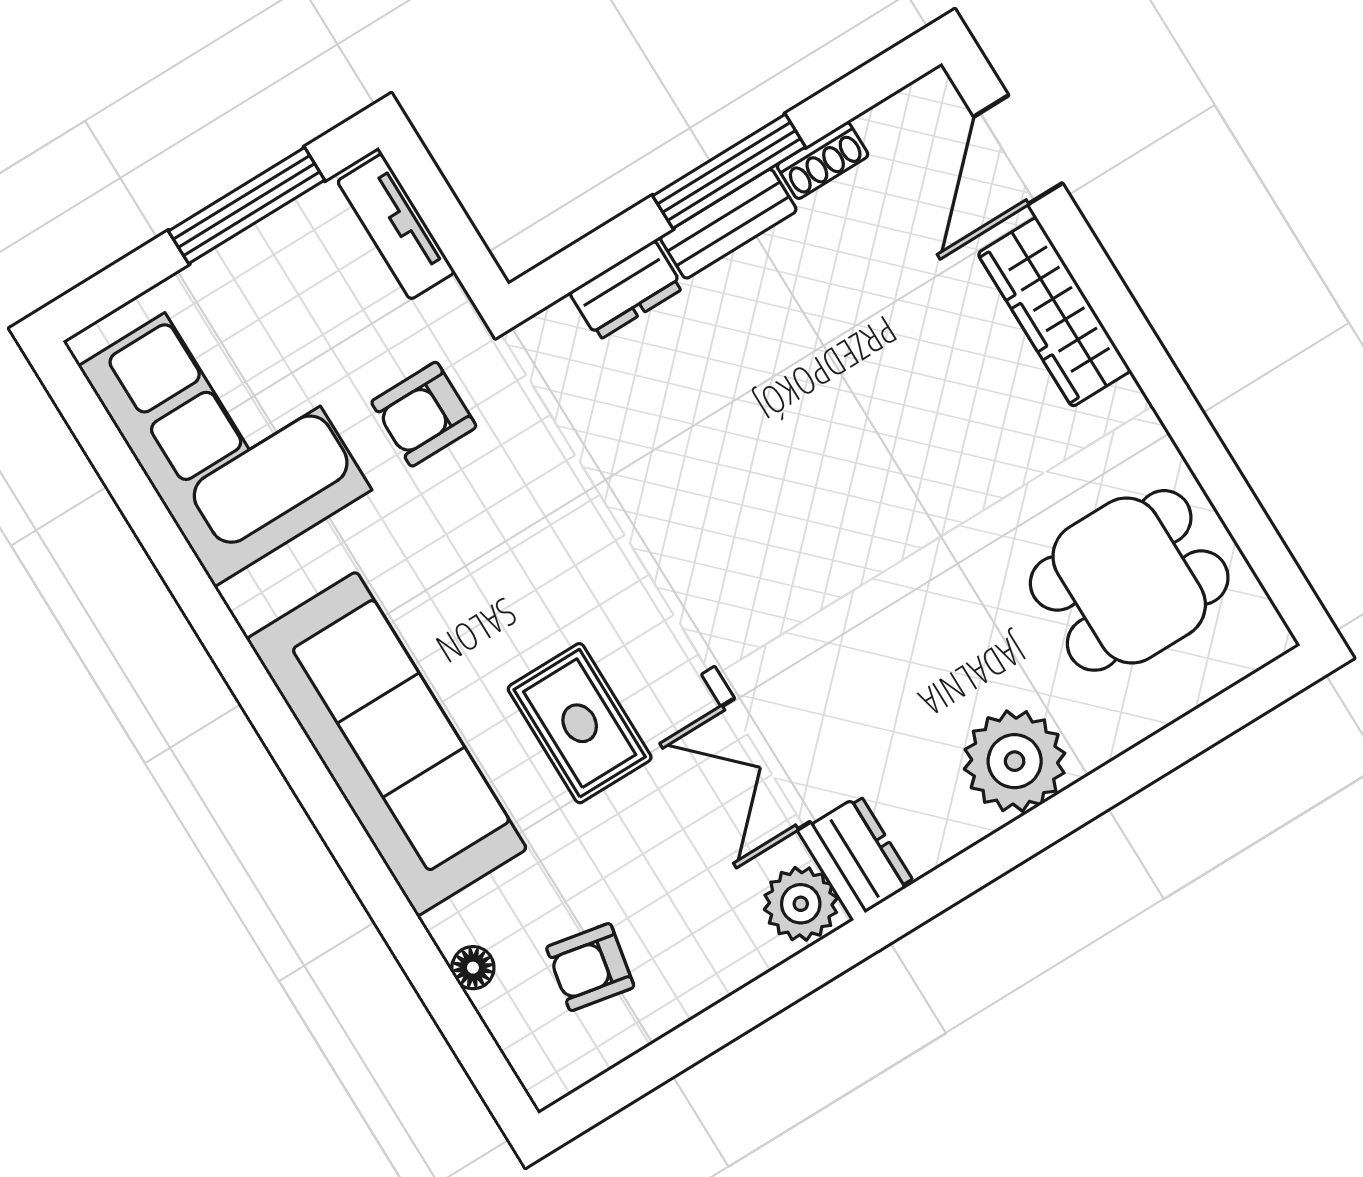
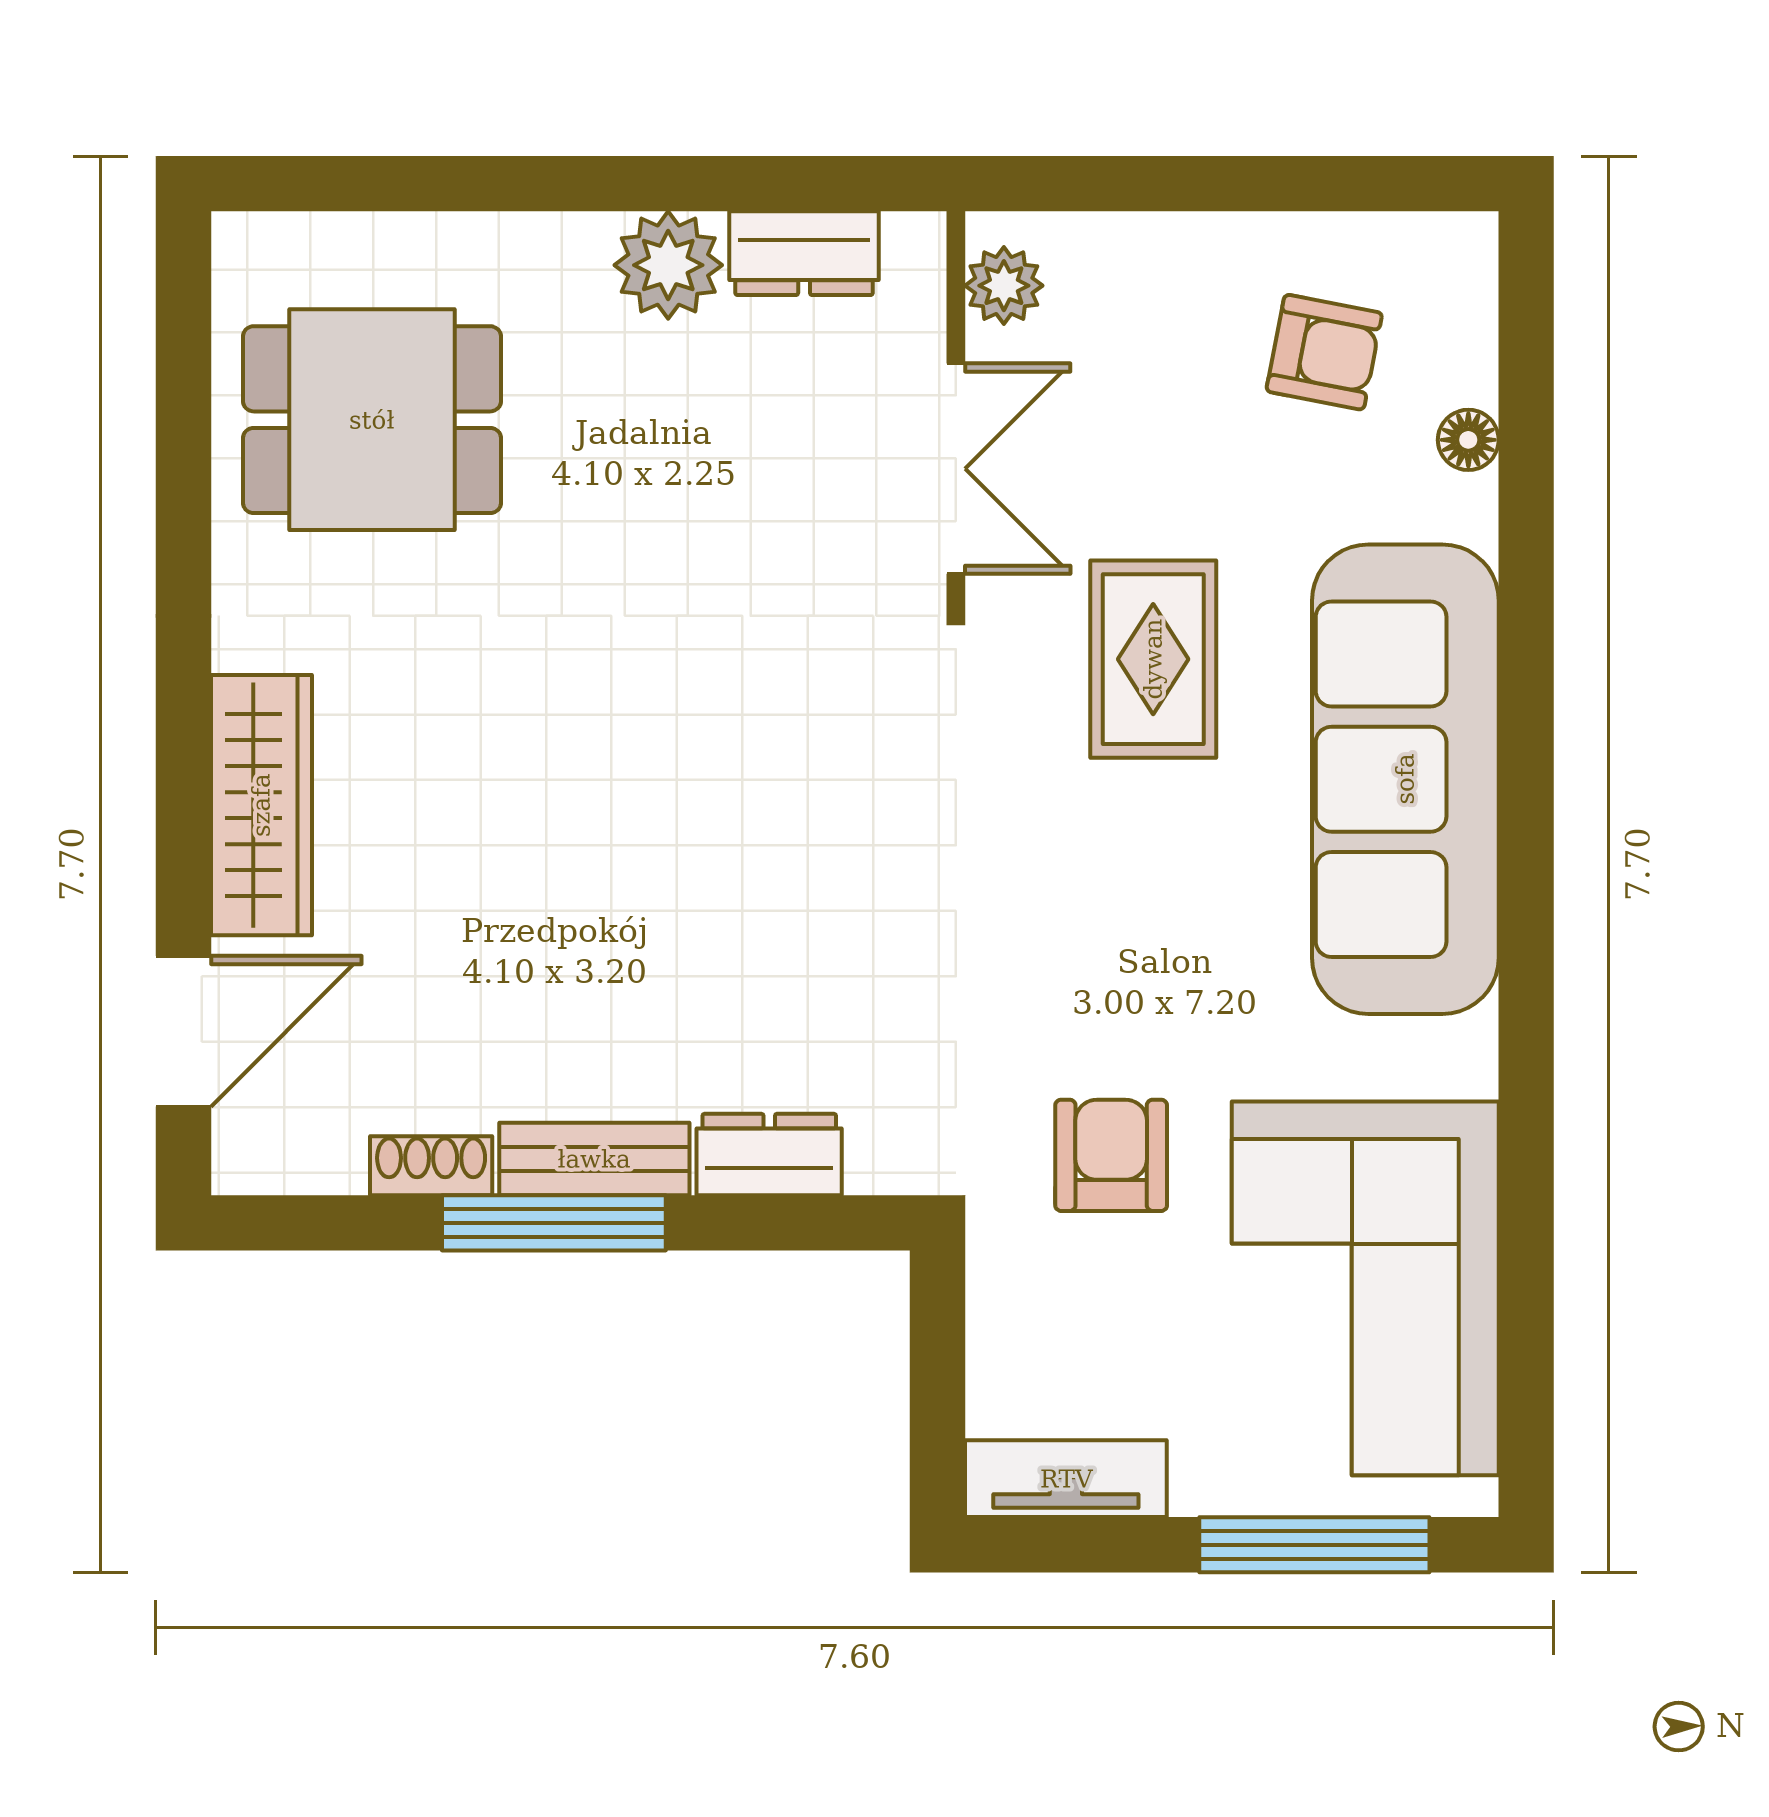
window: (247, 206) -> (1314, 1545), moved
tv unit: (396, 227) -> (1066, 1479), moved, turned -90
armchair: (424, 414) -> (1111, 1155), turned -90
plant: (1015, 761) -> (668, 265), width x0.73, depth x0.73
dresser: (863, 854) -> (804, 253), moved, turned -90
plant: (801, 904) -> (1004, 286), width x0.73, depth x0.73

